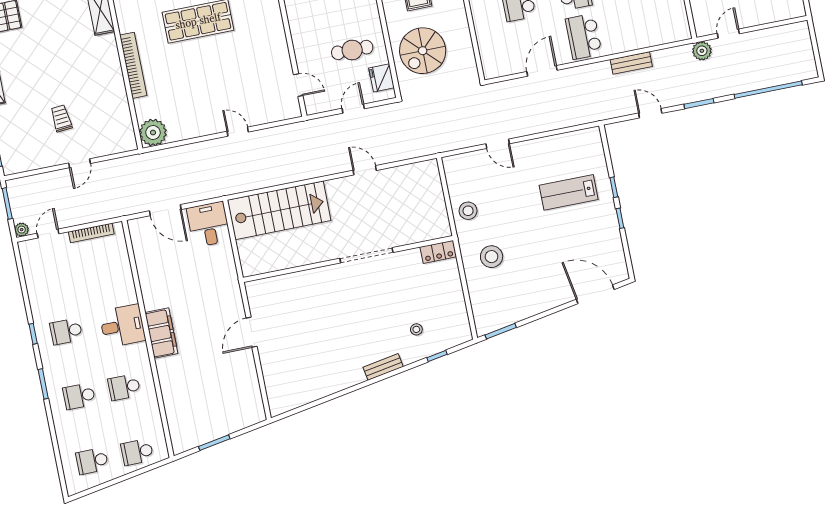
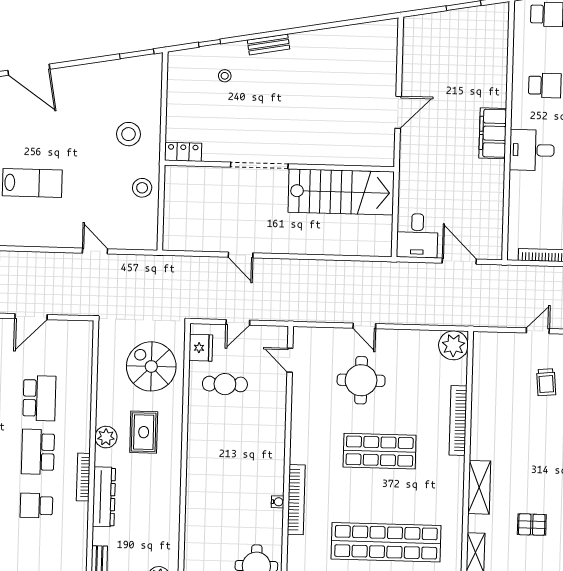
spiral stairs: (423, 51) -> (151, 366), turned -90
round table: (230, 82) -> (361, 380), added
stairs: (279, 210) -> (341, 192), moved, turned 180

